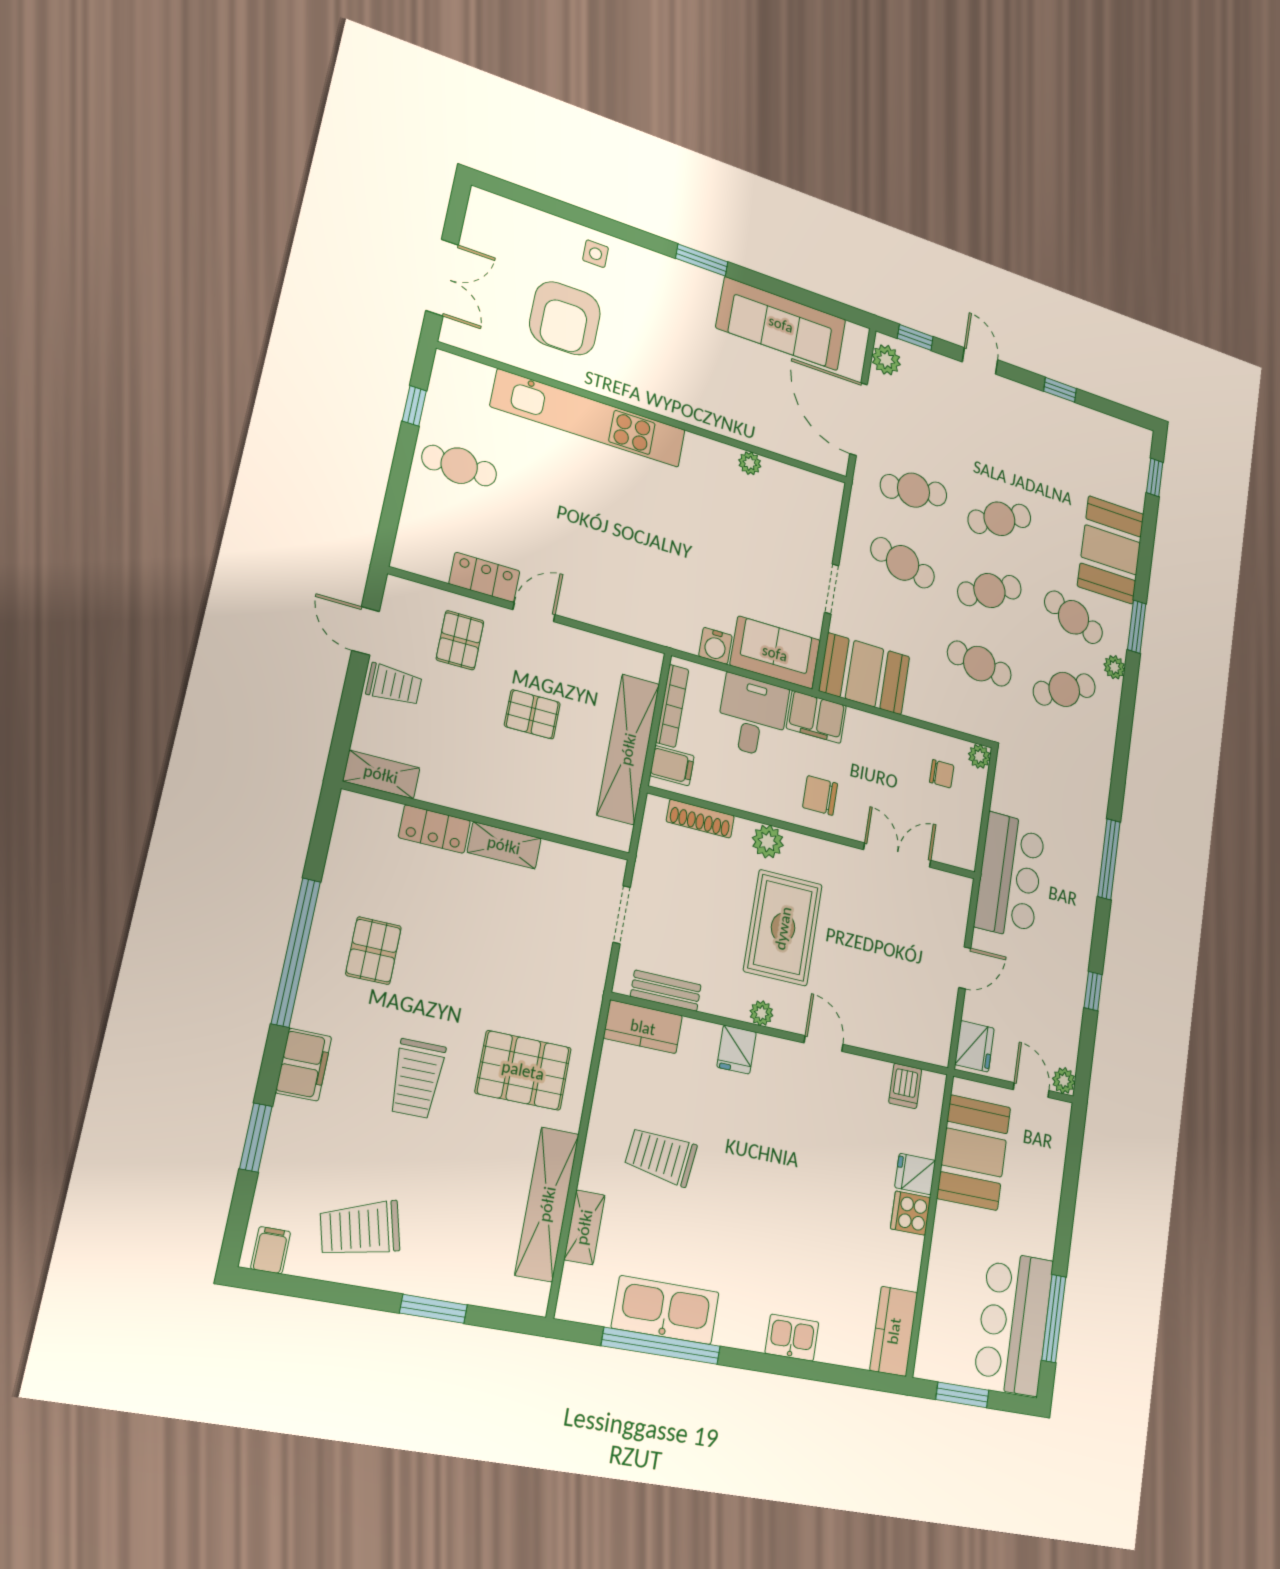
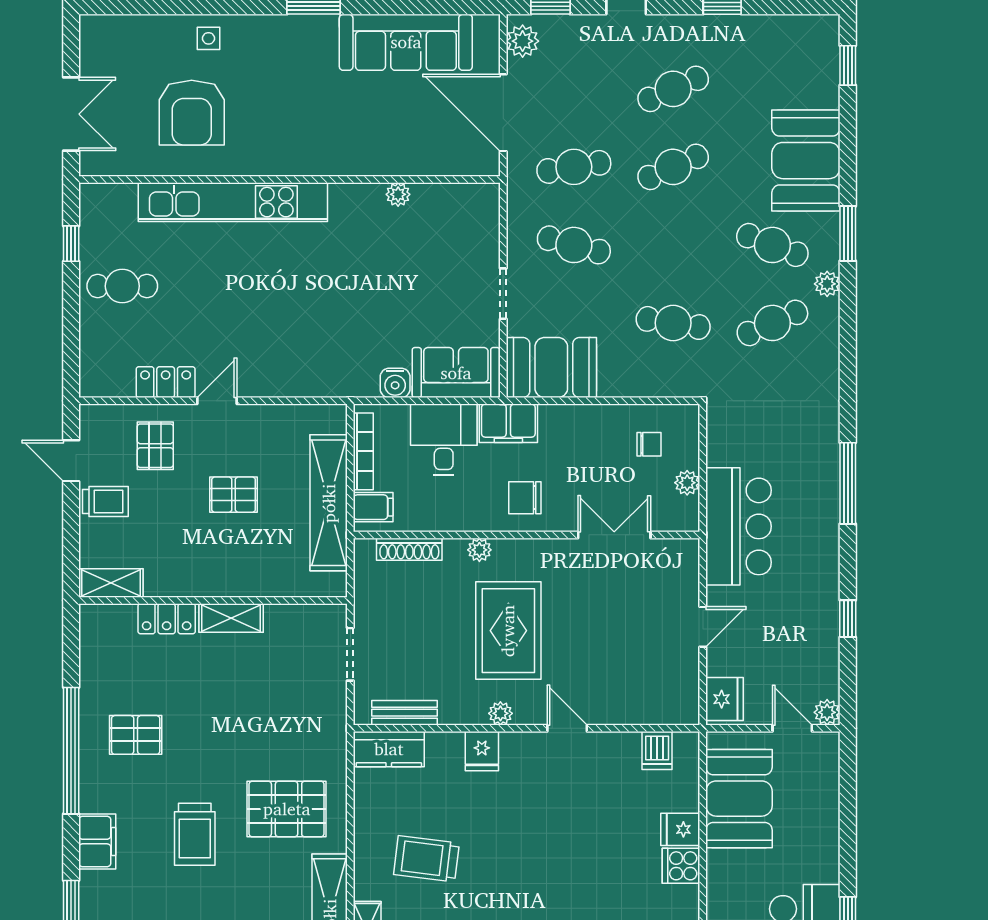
cafe table: (989, 591) -> (673, 89), moved
plant: (979, 756) -> (687, 483), moved
plant: (768, 842) -> (479, 550), width x0.73, depth x0.73
pallet: (373, 951) -> (136, 735), turned 90

